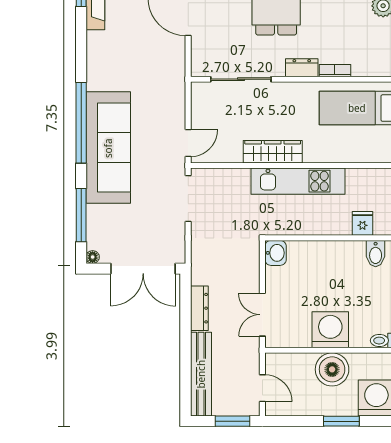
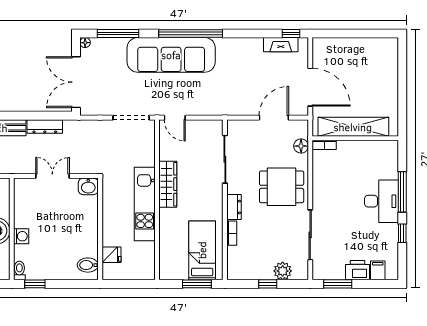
double door: (262, 315) -> (52, 176), moved
washing machine: (330, 330) -> (21, 236), width x0.53, depth x0.53

